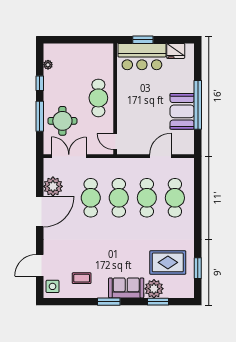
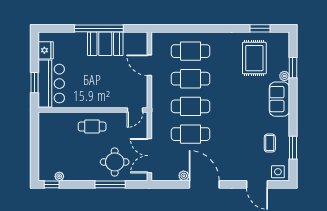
window: (40, 83) -> (52, 184), moved
cafe table: (98, 98) -> (92, 127), width x0.73, depth x0.74
plant: (53, 186) -> (184, 176), width x0.53, depth x0.53
plant: (154, 289) -> (284, 76), width x0.53, depth x0.53
window: (109, 302) -> (293, 148), moved

